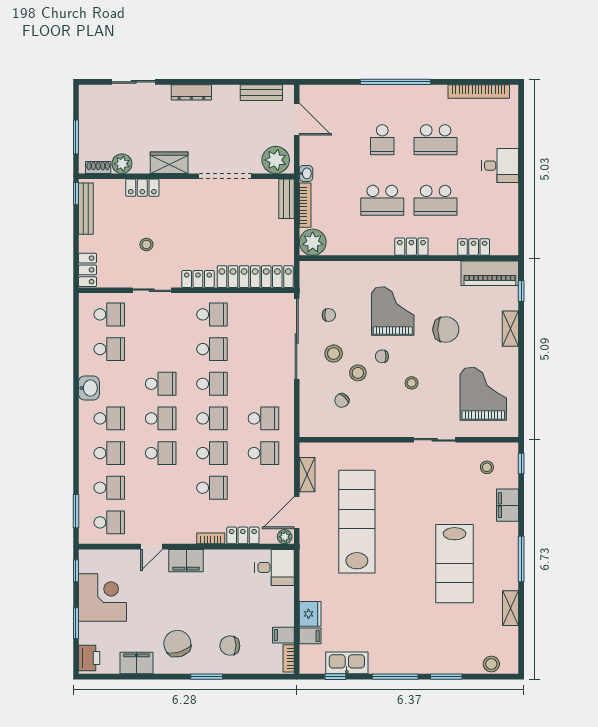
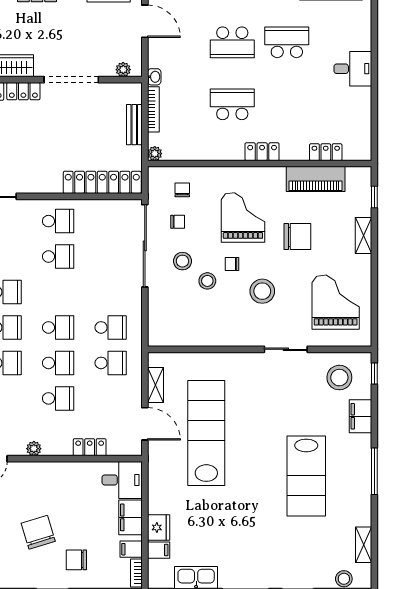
school desk: (382, 140) -> (232, 42), width x1.85
school desk: (436, 140) -> (287, 42), turned 180
plant: (276, 160) -> (123, 70), width x0.53, depth x0.53
bench: (287, 199) -> (134, 125), moved
school desk: (382, 200) -> (232, 104), turned 180
school desk: (436, 200) -> (287, 104), removed
plant: (313, 242) -> (155, 154), width x0.53, depth x0.53
piano: (490, 273) -> (316, 179), moved
locker: (198, 279) -> (23, 91), moved, turned 180
stool: (412, 383) -> (262, 291), width x1.89, depth x1.89
school desk: (212, 384) -> (58, 292), removed
chair: (342, 400) -> (182, 190), moved, turned 136
stool: (487, 467) -> (339, 378), width x1.89, depth x1.89
door: (297, 513) -> (145, 424), swing flipped
plant: (285, 537) -> (34, 449), moved
bookcase: (211, 538) -> (57, 450), removed
filing cabinet: (186, 561) -> (130, 517), moved, turned 90
shelving: (511, 608) -> (364, 545), moved
chair: (177, 644) -> (38, 532), moved

